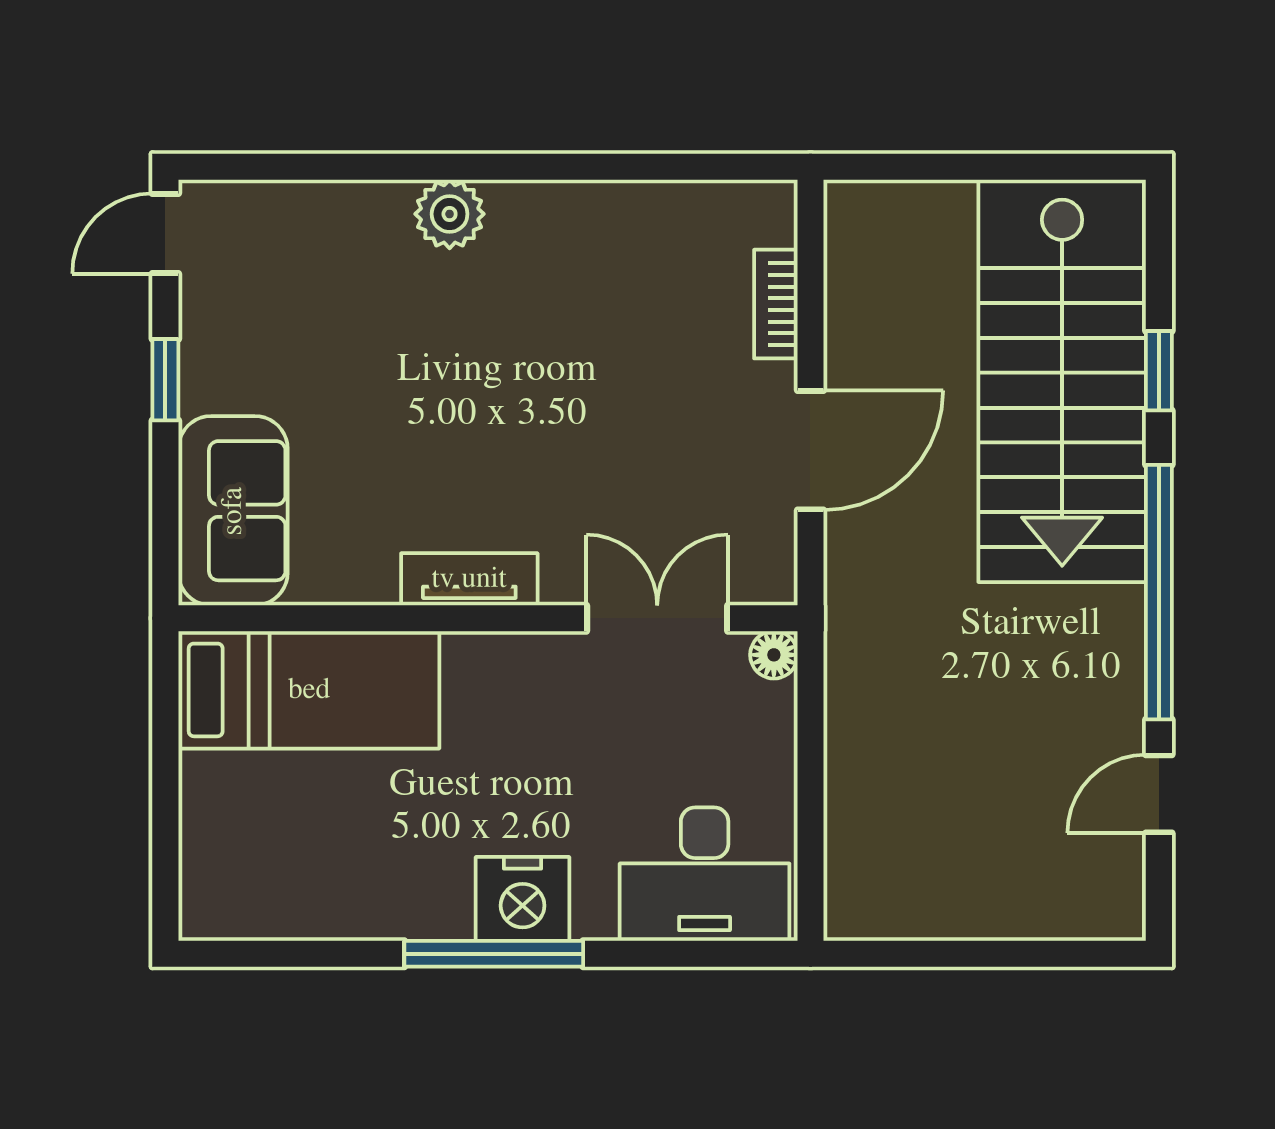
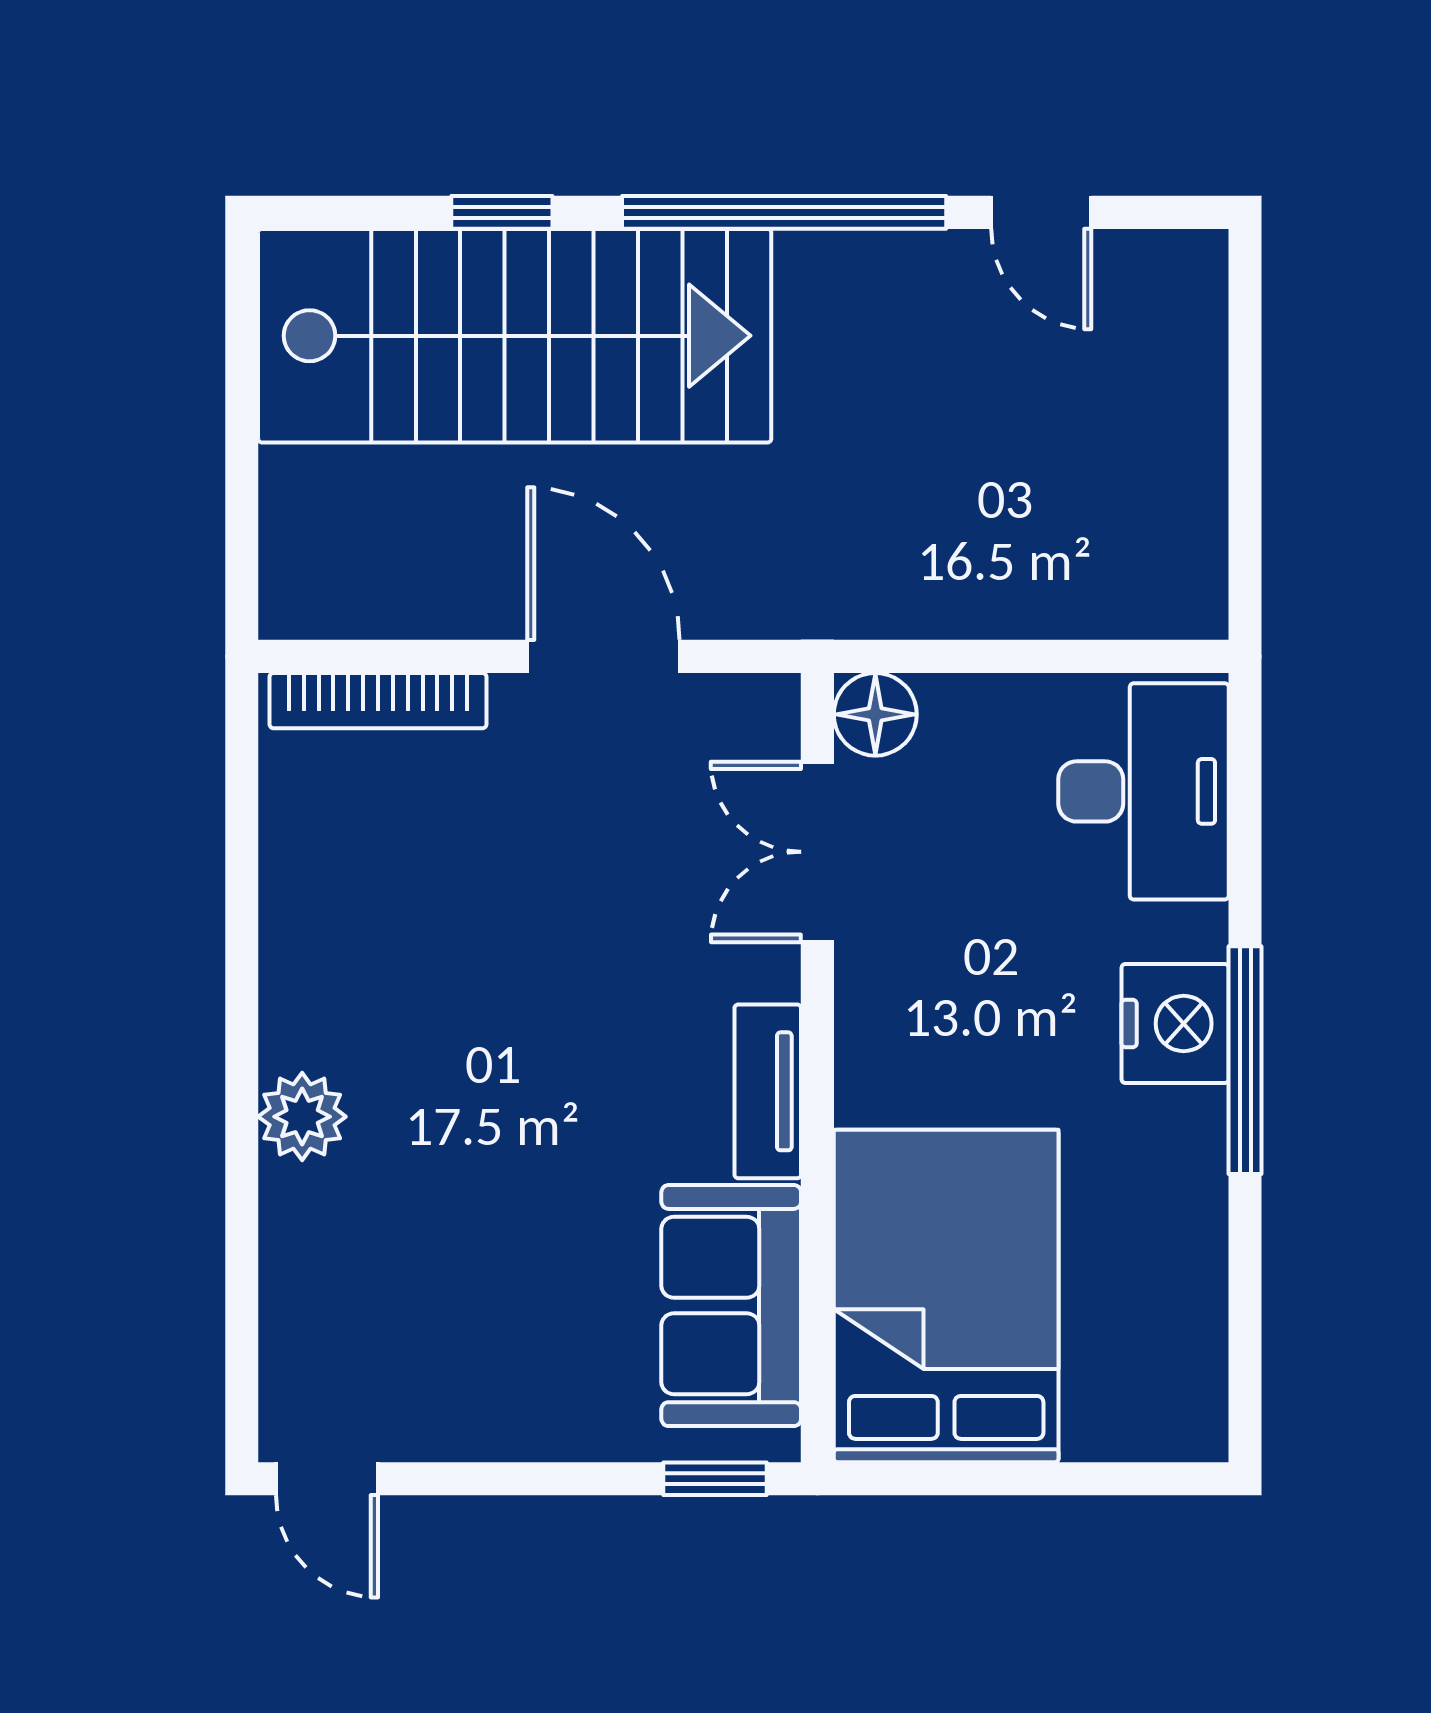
bookcase: (776, 304) -> (378, 701), width x1.56
window: (165, 380) -> (715, 1479), moved
sofa: (233, 511) -> (731, 1306), moved, turned -90
floor lamp: (774, 655) -> (875, 714), width x1.37, depth x1.37
bed: (309, 690) -> (946, 1296), width x1.50

